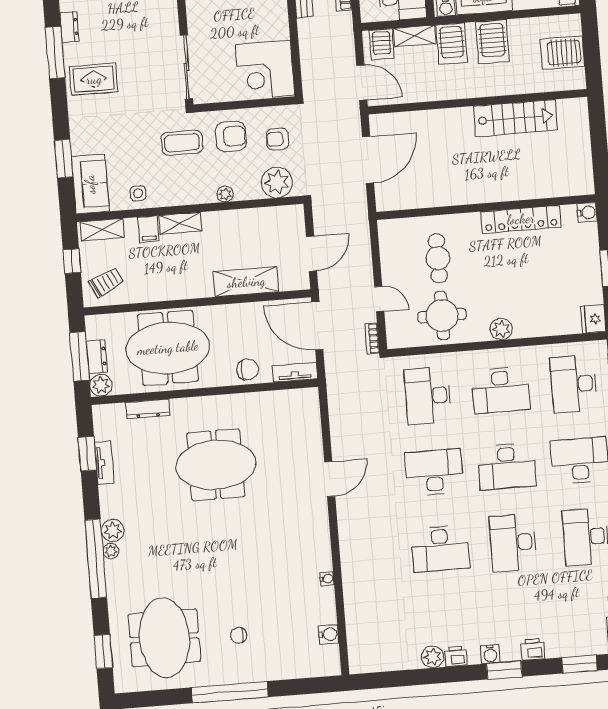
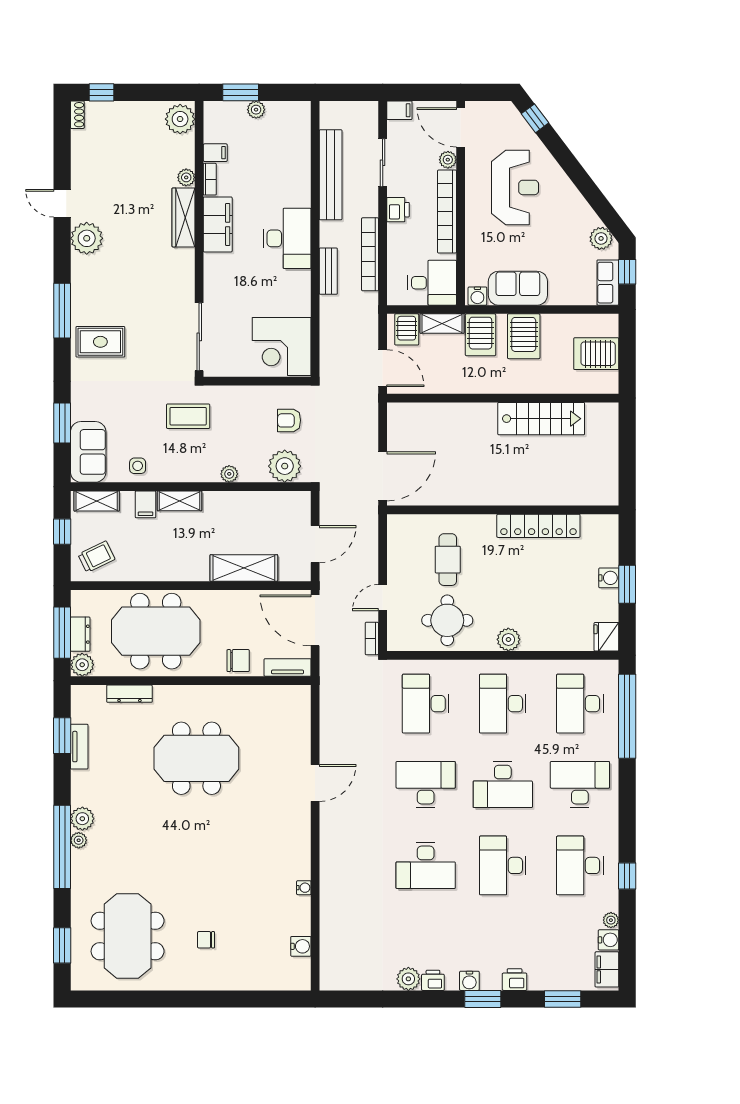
dresser: (69, 27) -> (79, 285), removed
armchair: (231, 136) -> (240, 414), removed
door: (368, 160) -> (383, 476), moved
water cooler: (587, 212) -> (609, 578), moved
door: (379, 299) -> (383, 598), swing flipped
desk: (501, 390) -> (503, 704), turned 90
window: (230, 692) -> (192, 999), removed

